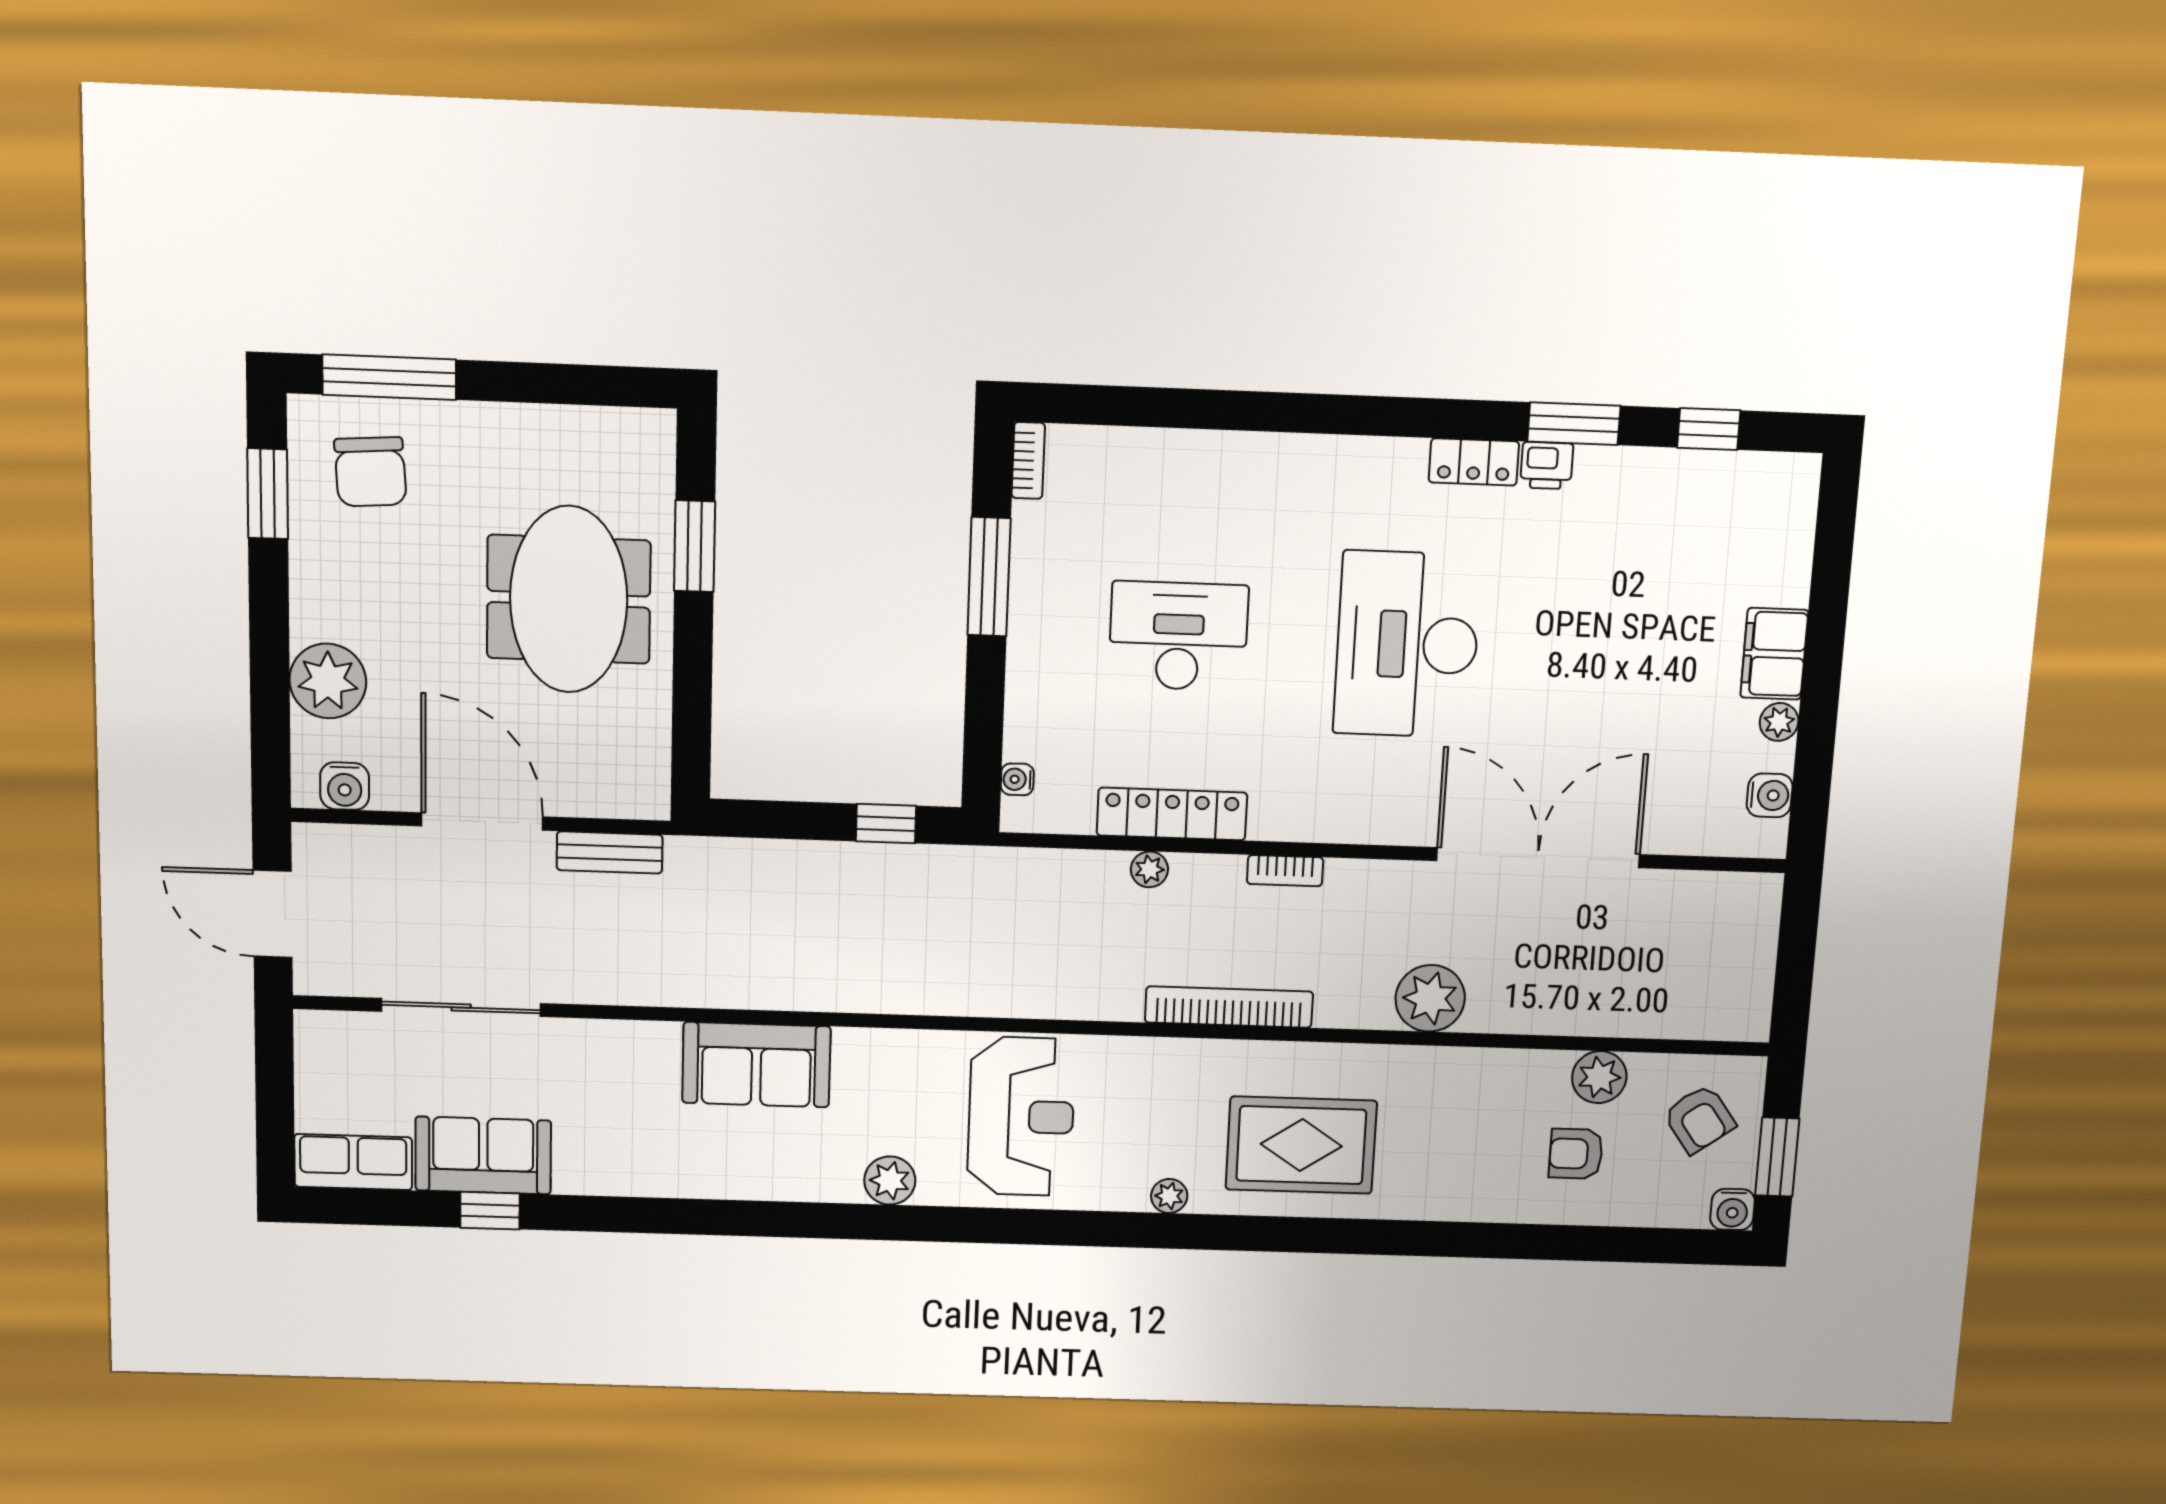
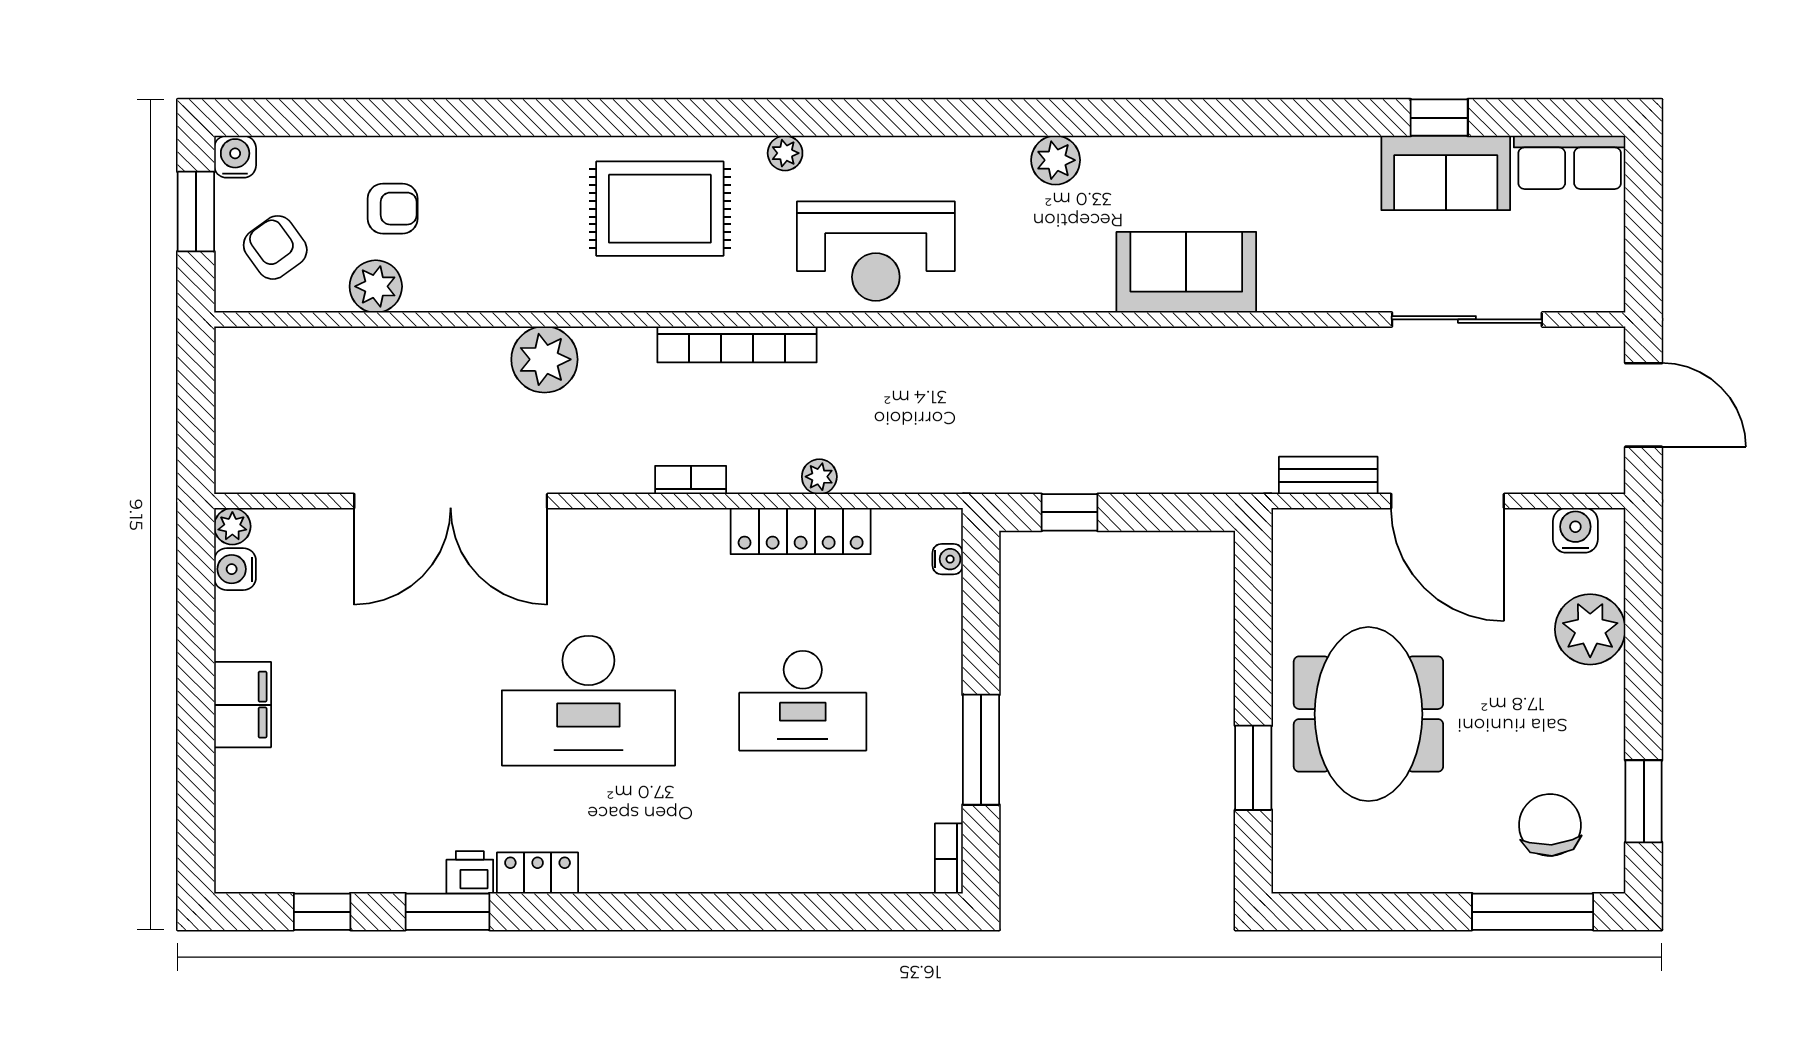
desk: (1407, 644) -> (588, 701), turned 90
plant: (1779, 722) -> (232, 526), moved
reception desk: (1021, 1116) -> (876, 251), moved, turned -90

